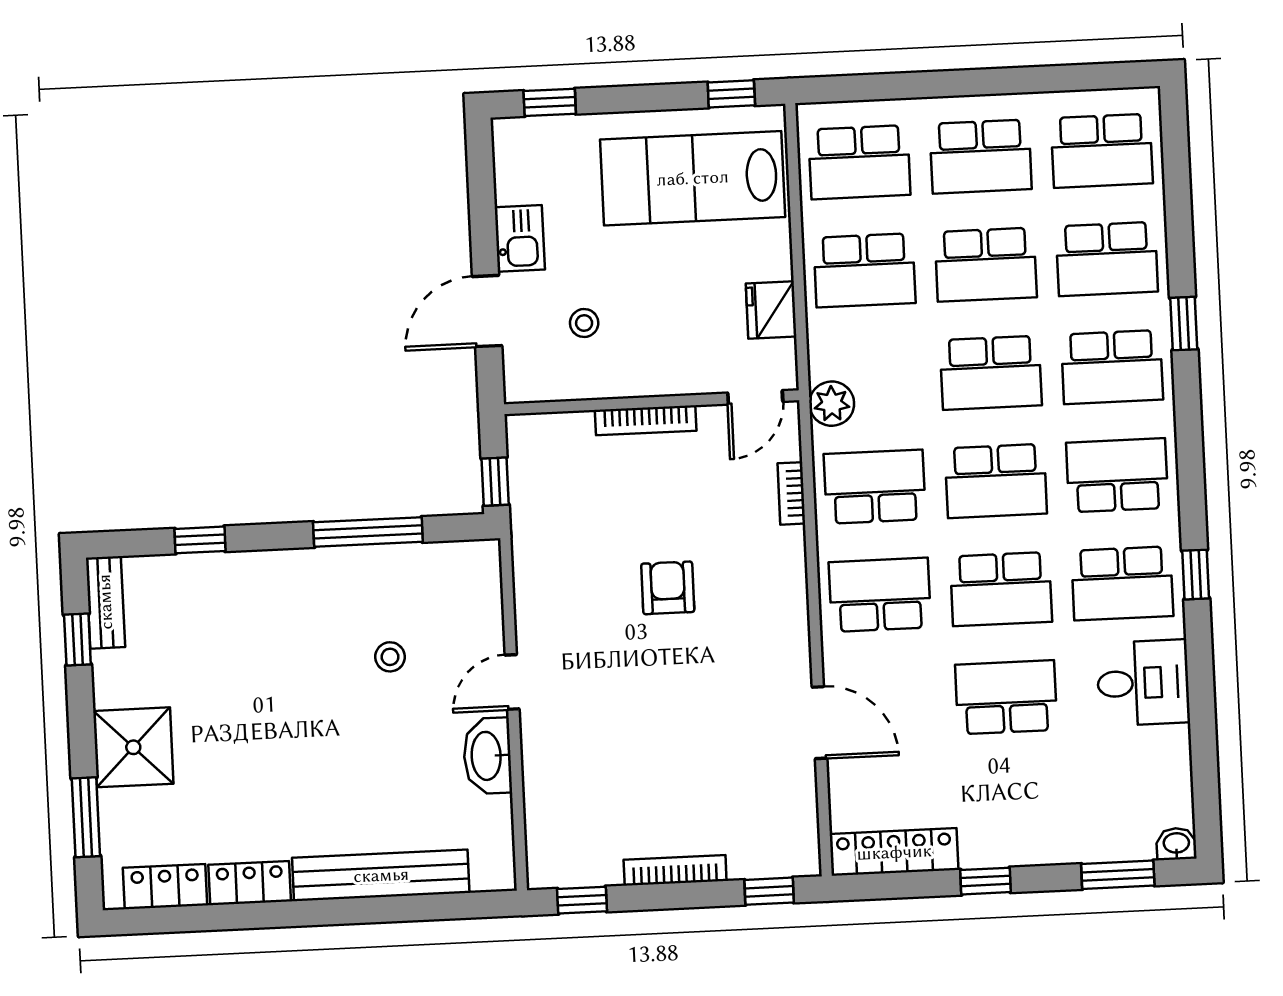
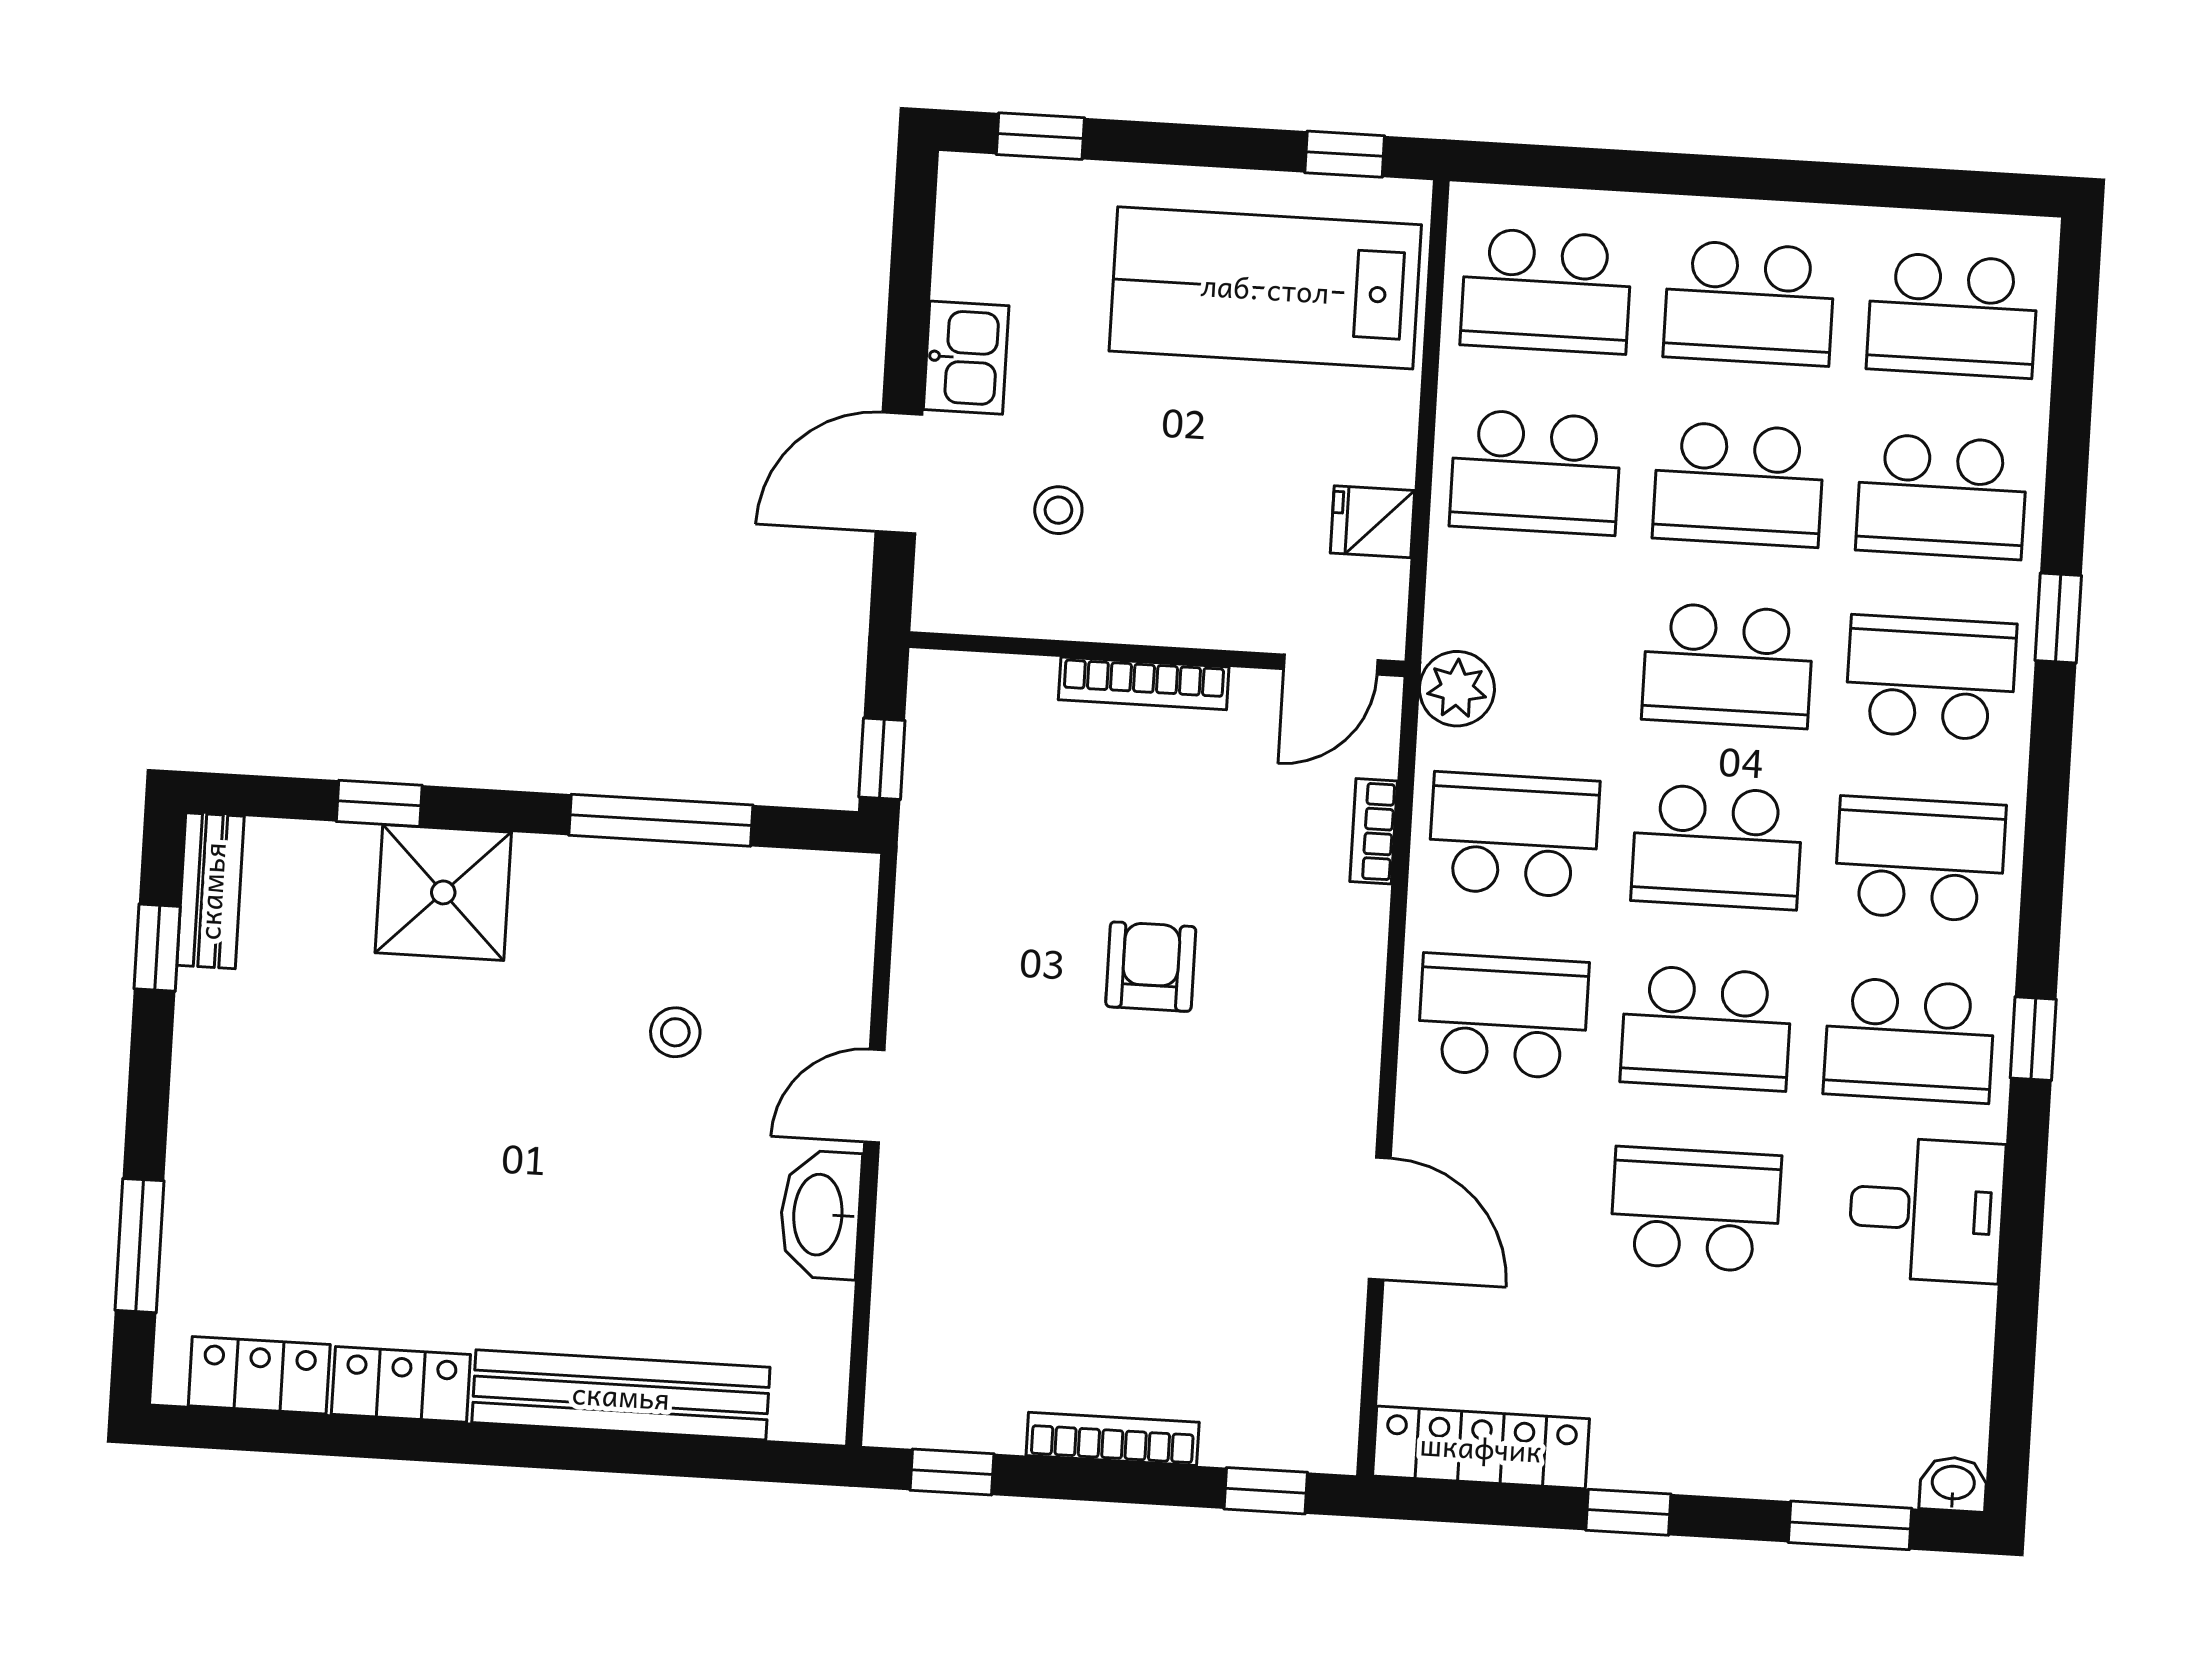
fridge: (771, 310) -> (1373, 522), width x0.72
school desk: (1112, 367) -> (1931, 678), turned 180
shower: (133, 747) -> (443, 892), moved

